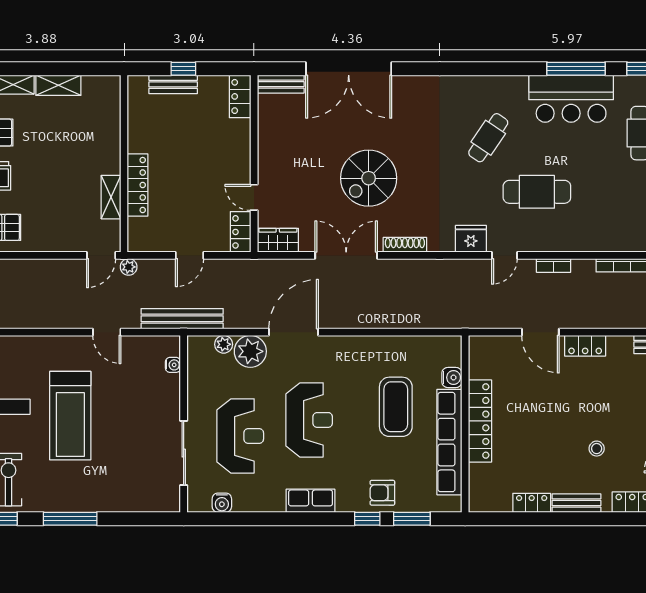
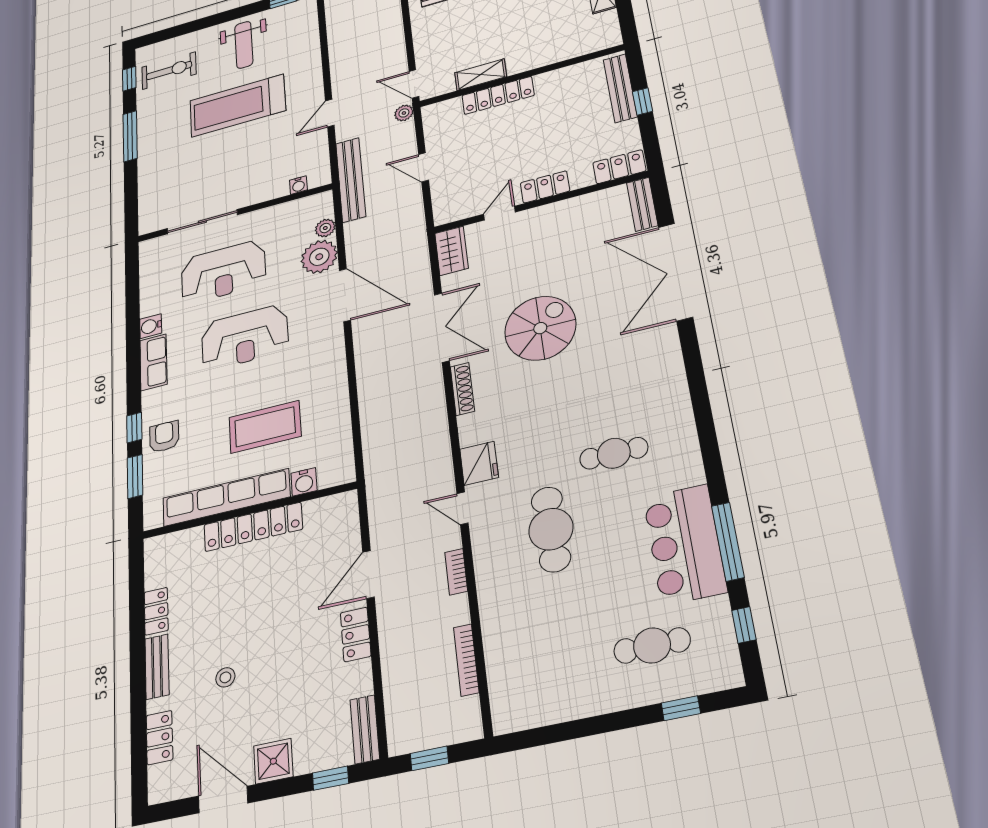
bench: (173, 84) -> (620, 88), width x1.36
cafe table: (488, 138) -> (614, 453), turned -34
spiral stairs: (369, 178) -> (540, 328), turned 90
locker: (241, 232) -> (545, 187), moved
water cooler: (222, 503) -> (151, 326), moved

